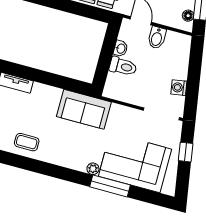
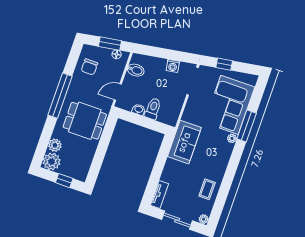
bidet: (157, 38) -> (136, 70), moved

